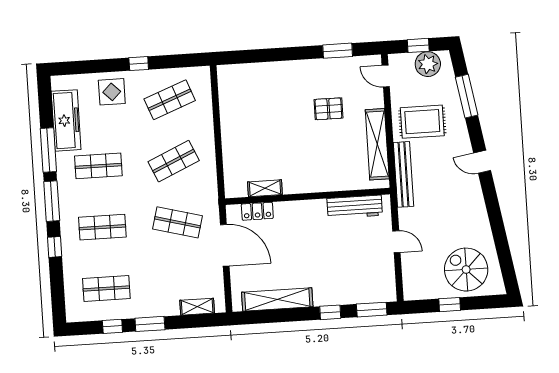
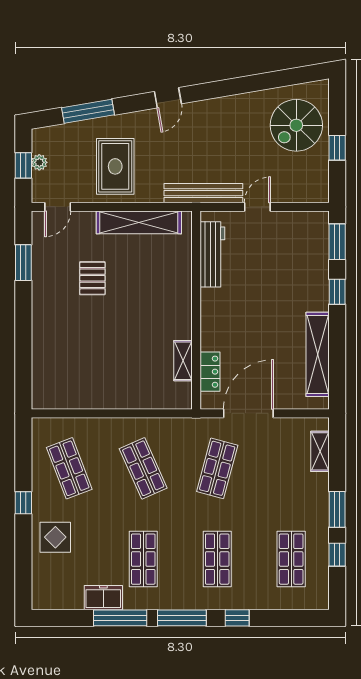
plant: (428, 64) -> (39, 162), width x0.53, depth x0.53
freezer: (66, 120) -> (103, 598), width x0.52, depth x0.79
bench: (404, 174) -> (203, 193), moved

